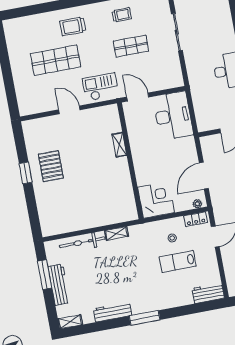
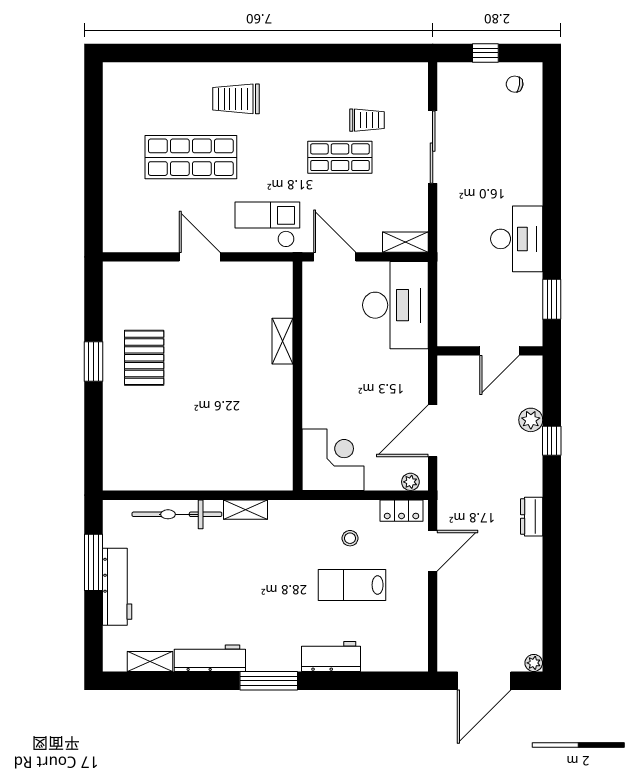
trolley: (122, 15) -> (367, 120), moved
shelving: (172, 83) -> (405, 242), added
workbench: (208, 293) -> (331, 656), moved
shelving: (70, 322) -> (150, 661), moved

